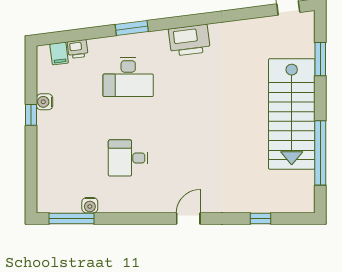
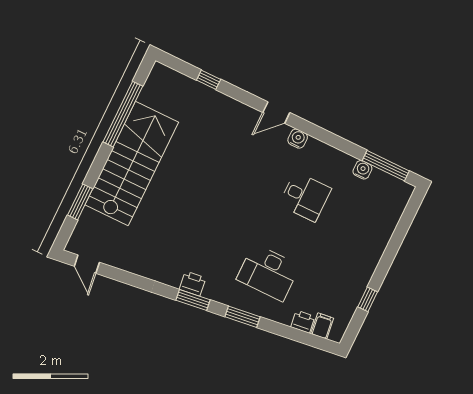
window: (182, 22) -> (193, 300), added
printer: (189, 40) -> (193, 284), width x0.53, depth x0.68
desk: (128, 77) -> (268, 272), turned 180
water cooler: (45, 102) -> (298, 139), moved, turned -90
window: (31, 115) -> (368, 299), moved

